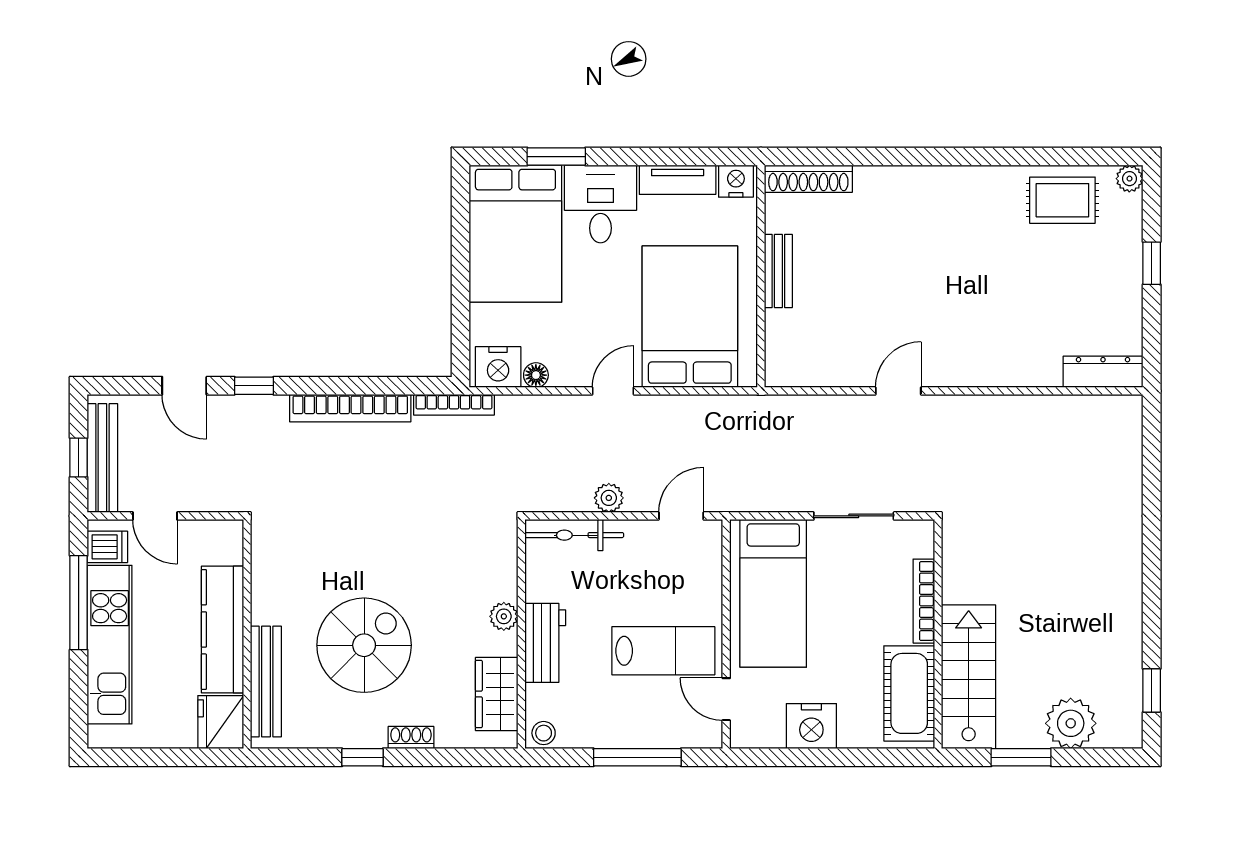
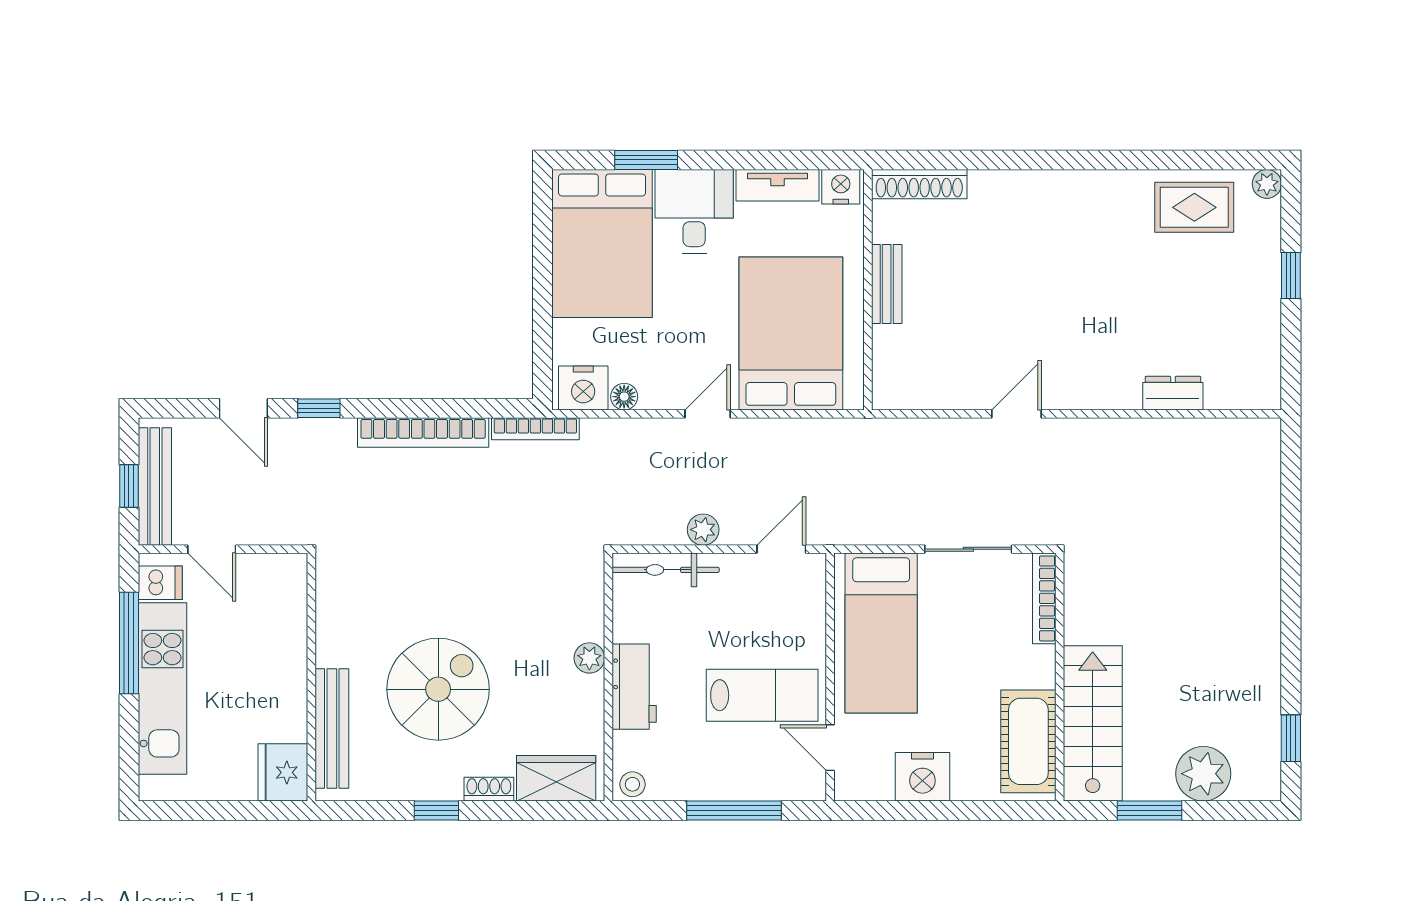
dresser: (1103, 372) -> (1173, 393), moved, width x0.70
bookcase: (924, 601) -> (1044, 598), moved
kitchen counter: (222, 629) -> (285, 672), removed
wardrobe: (497, 694) -> (556, 778), moved, turned 90

